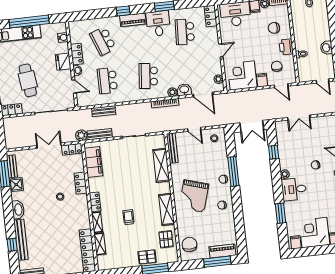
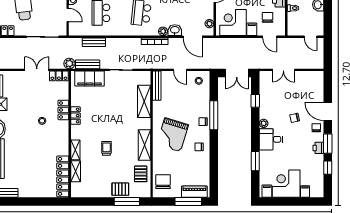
filing cabinet: (93, 162) -> (90, 79), moved, turned 90
locker: (95, 202) -> (75, 116), moved

